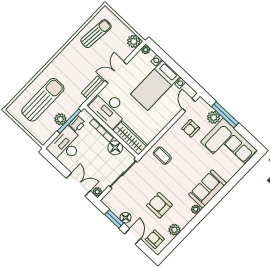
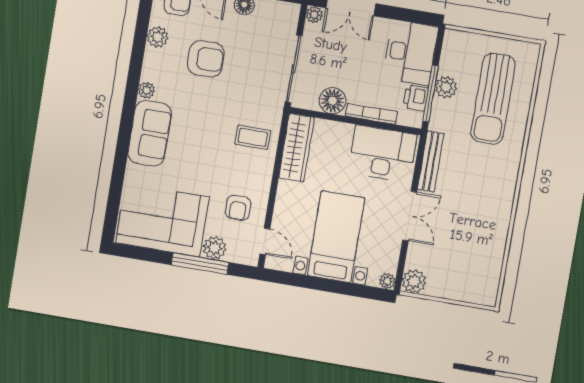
sun lounger: (96, 34) -> (480, 255), removed
bench: (93, 87) -> (431, 161), width x1.36
armchair: (191, 128) -> (238, 208), turned 180
wardrobe: (130, 138) -> (297, 148), moved, turned -90

